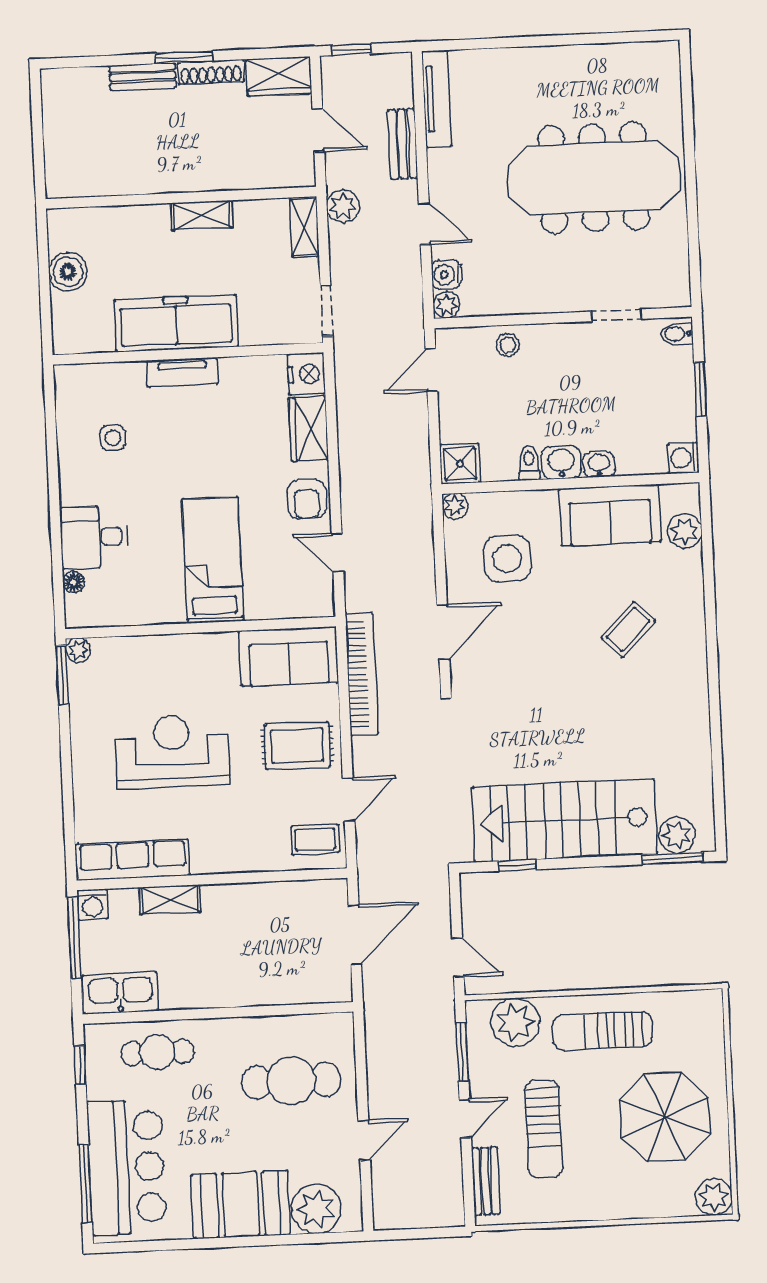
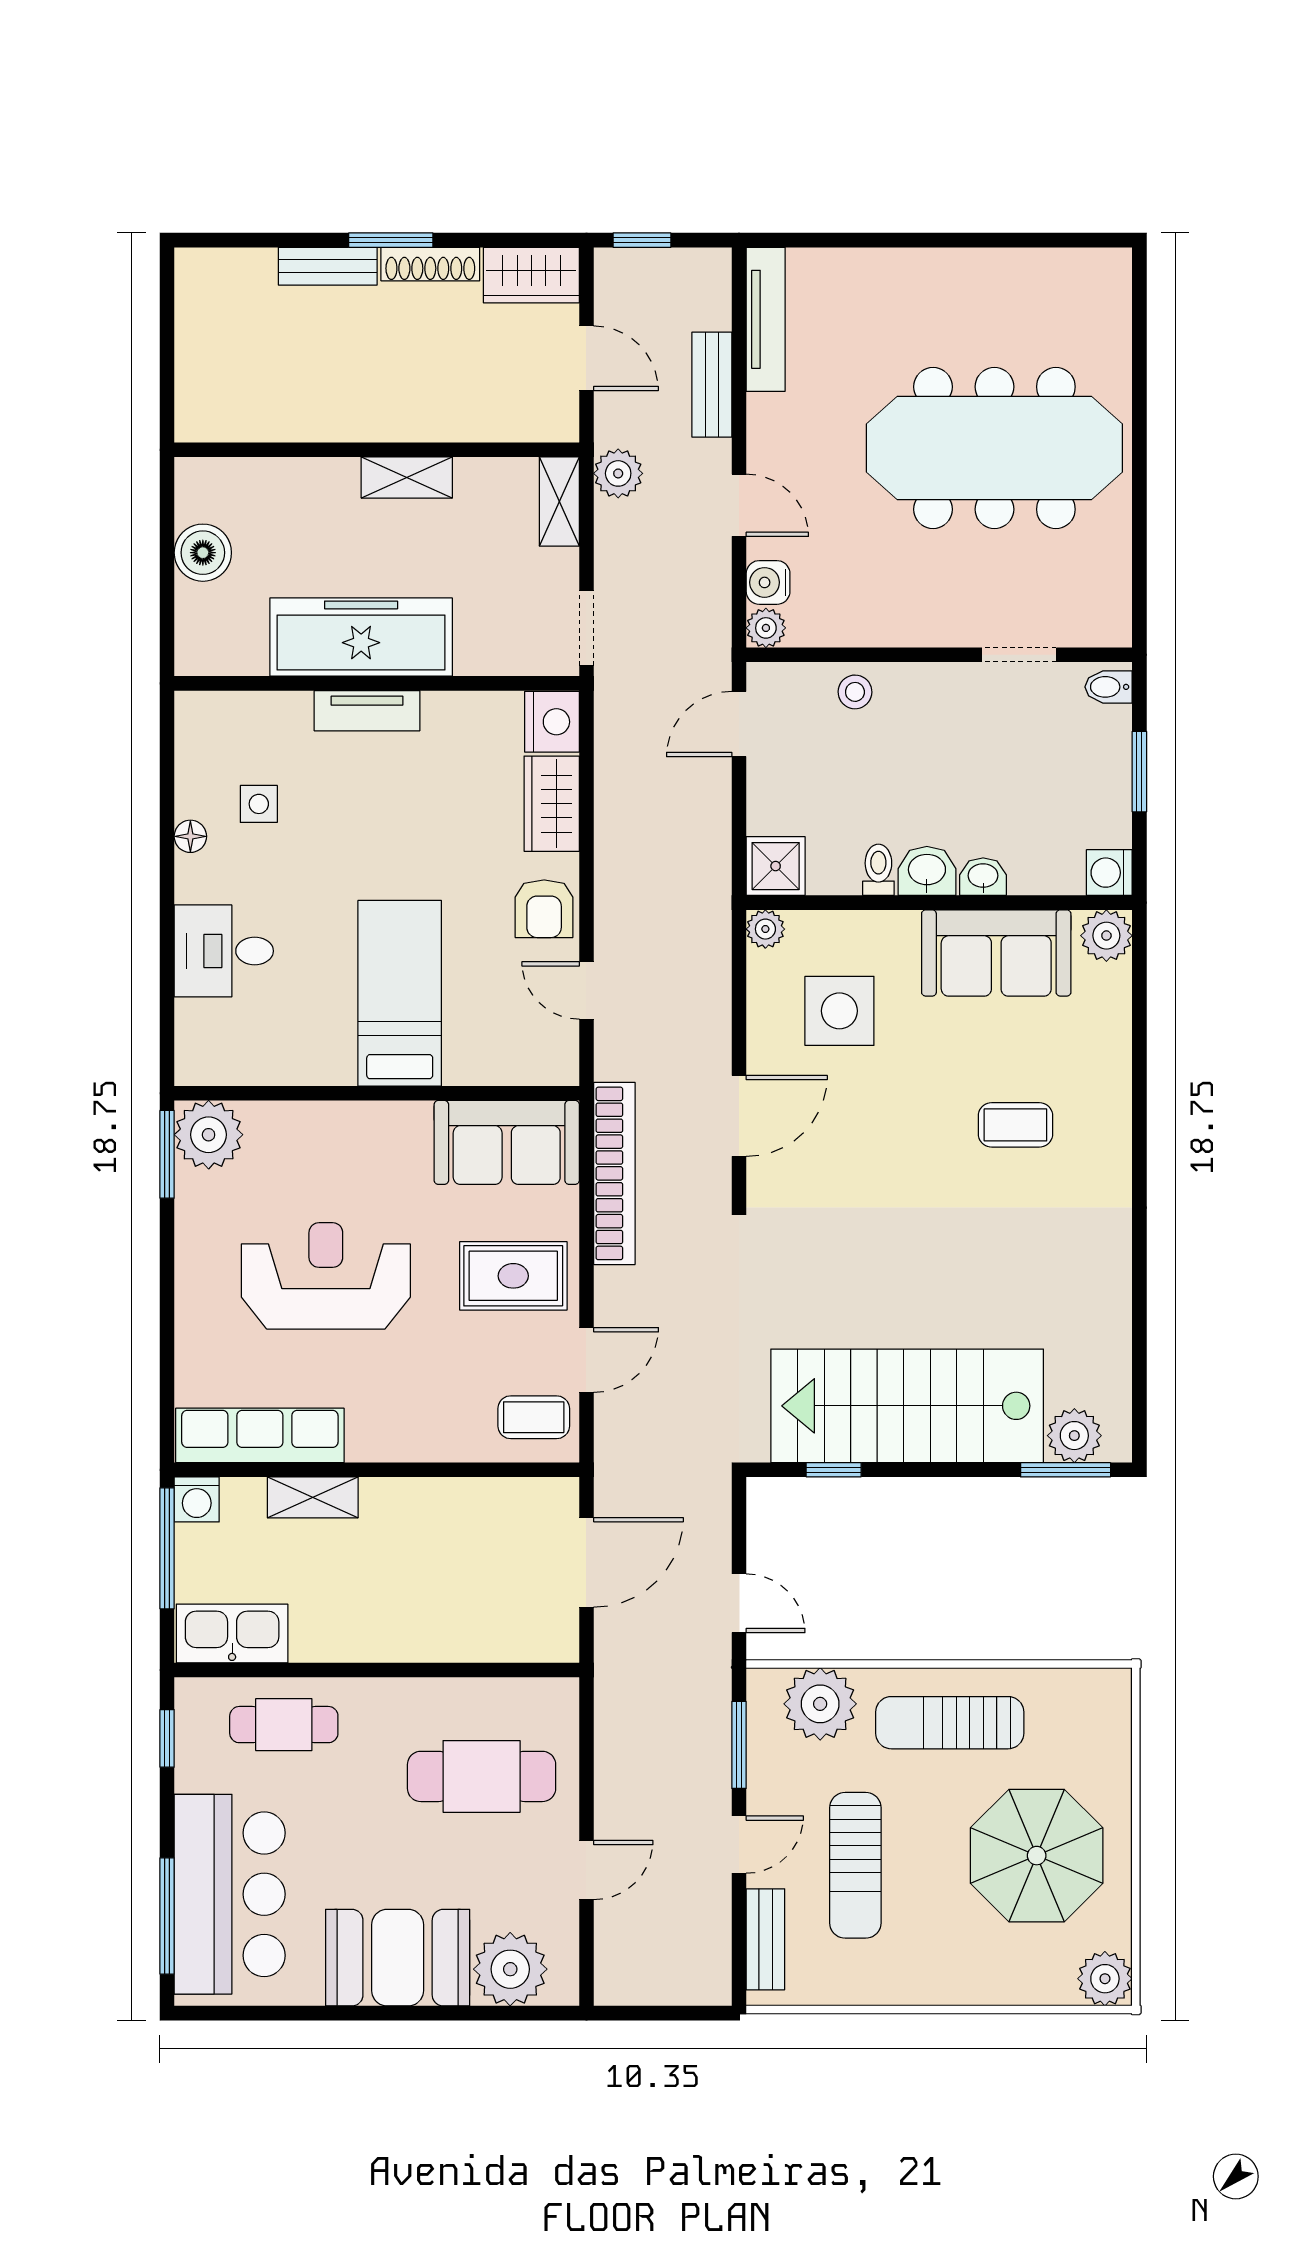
plant: (685, 531) -> (1106, 936), moved
floor lamp: (74, 582) -> (190, 836), moved
coffee table: (628, 629) -> (1015, 1125), turned 45
plant: (78, 650) -> (209, 1135), width x1.87, depth x1.87

